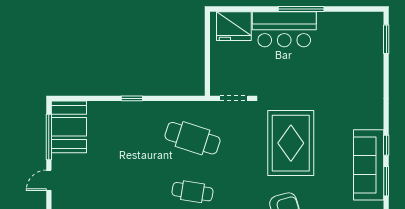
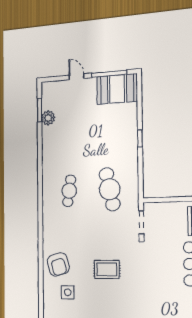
cafe table: (193, 138) -> (110, 189), turned -30
rug: (291, 143) -> (107, 269), width x0.54, depth x0.49
side table: (319, 195) -> (68, 292), added

